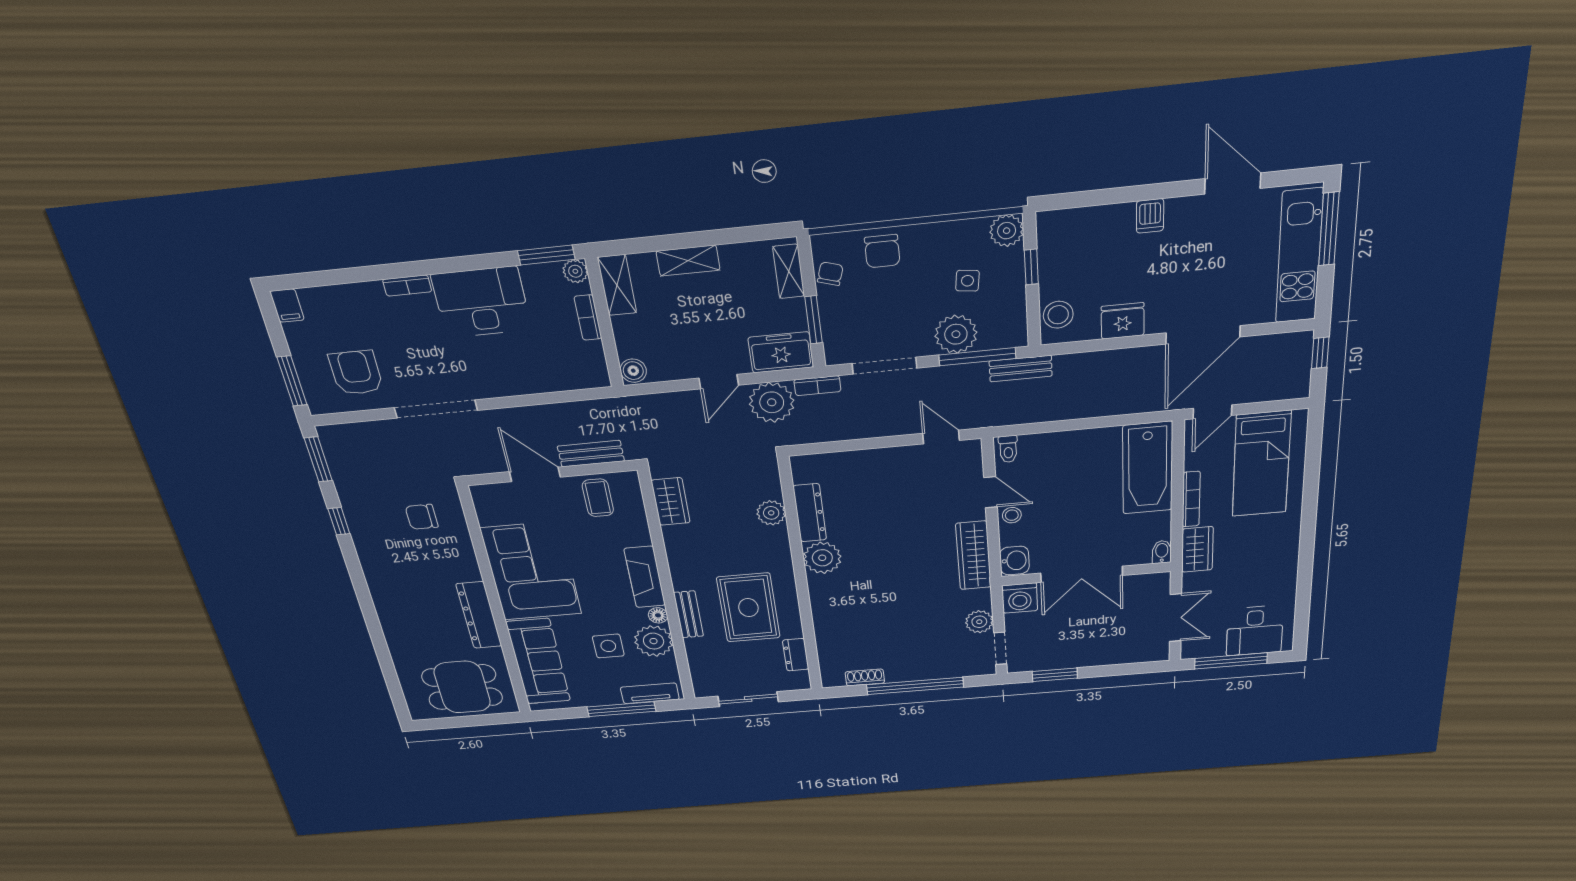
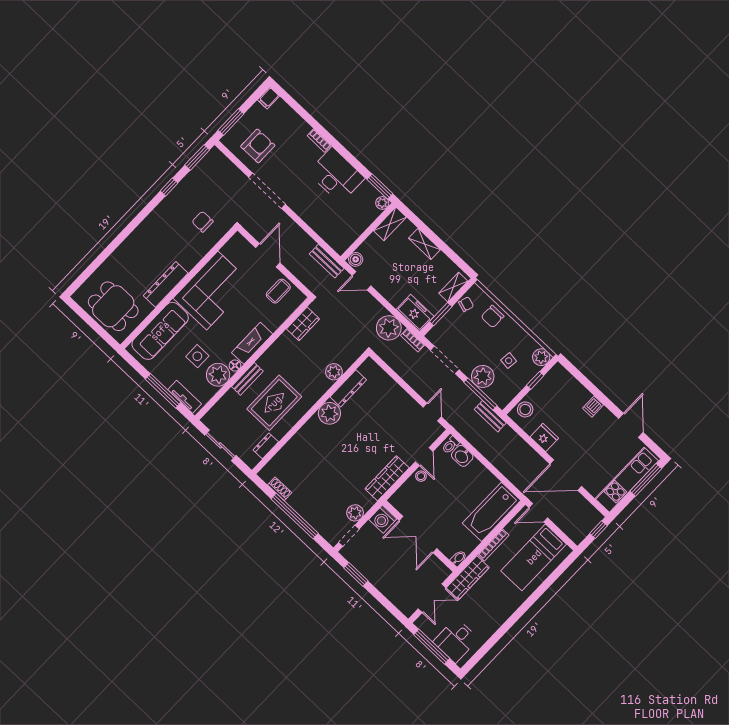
bookcase: (588, 317) -> (365, 223), removed
door: (719, 382) -> (362, 281), moved
bench: (591, 454) -> (327, 261), moved
wardrobe: (1197, 549) -> (468, 578), width x1.50
washbasin: (1014, 561) -> (462, 456), moved, turned 90

